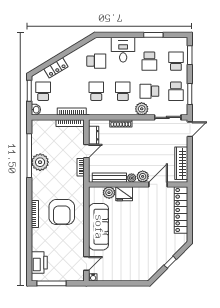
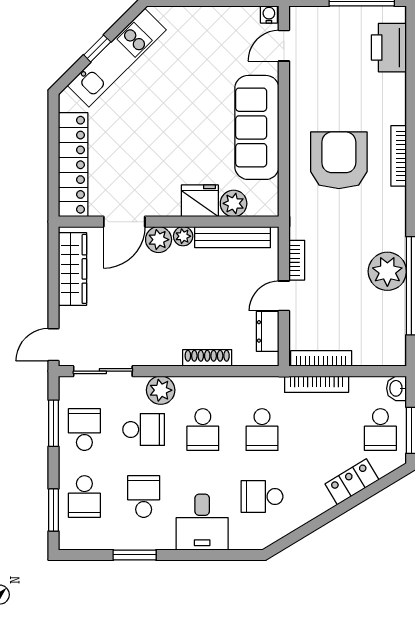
kitchen unit: (161, 258) -> (117, 58), added

